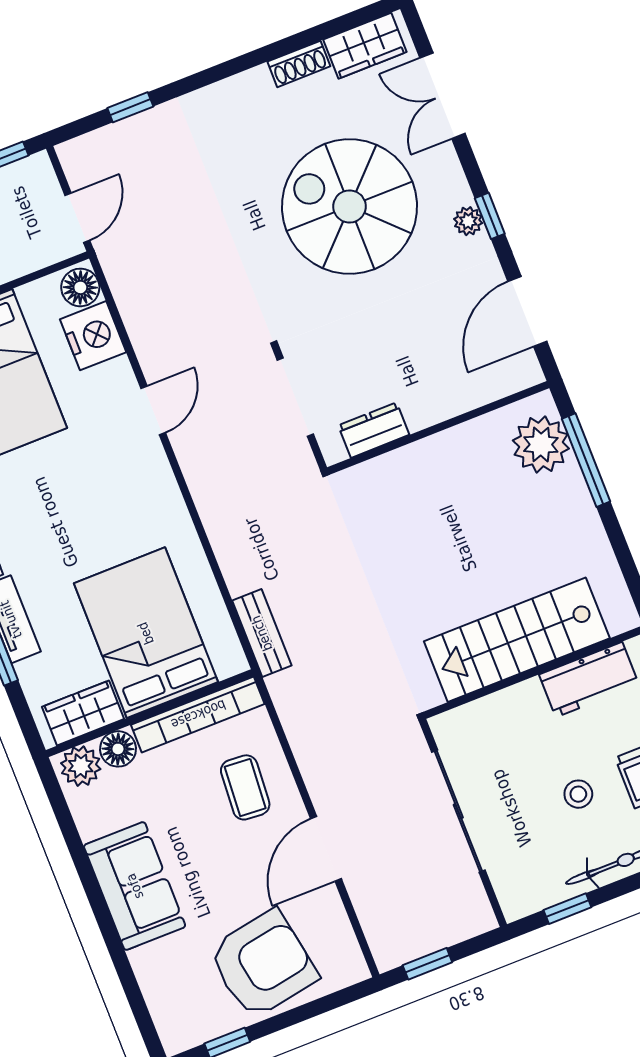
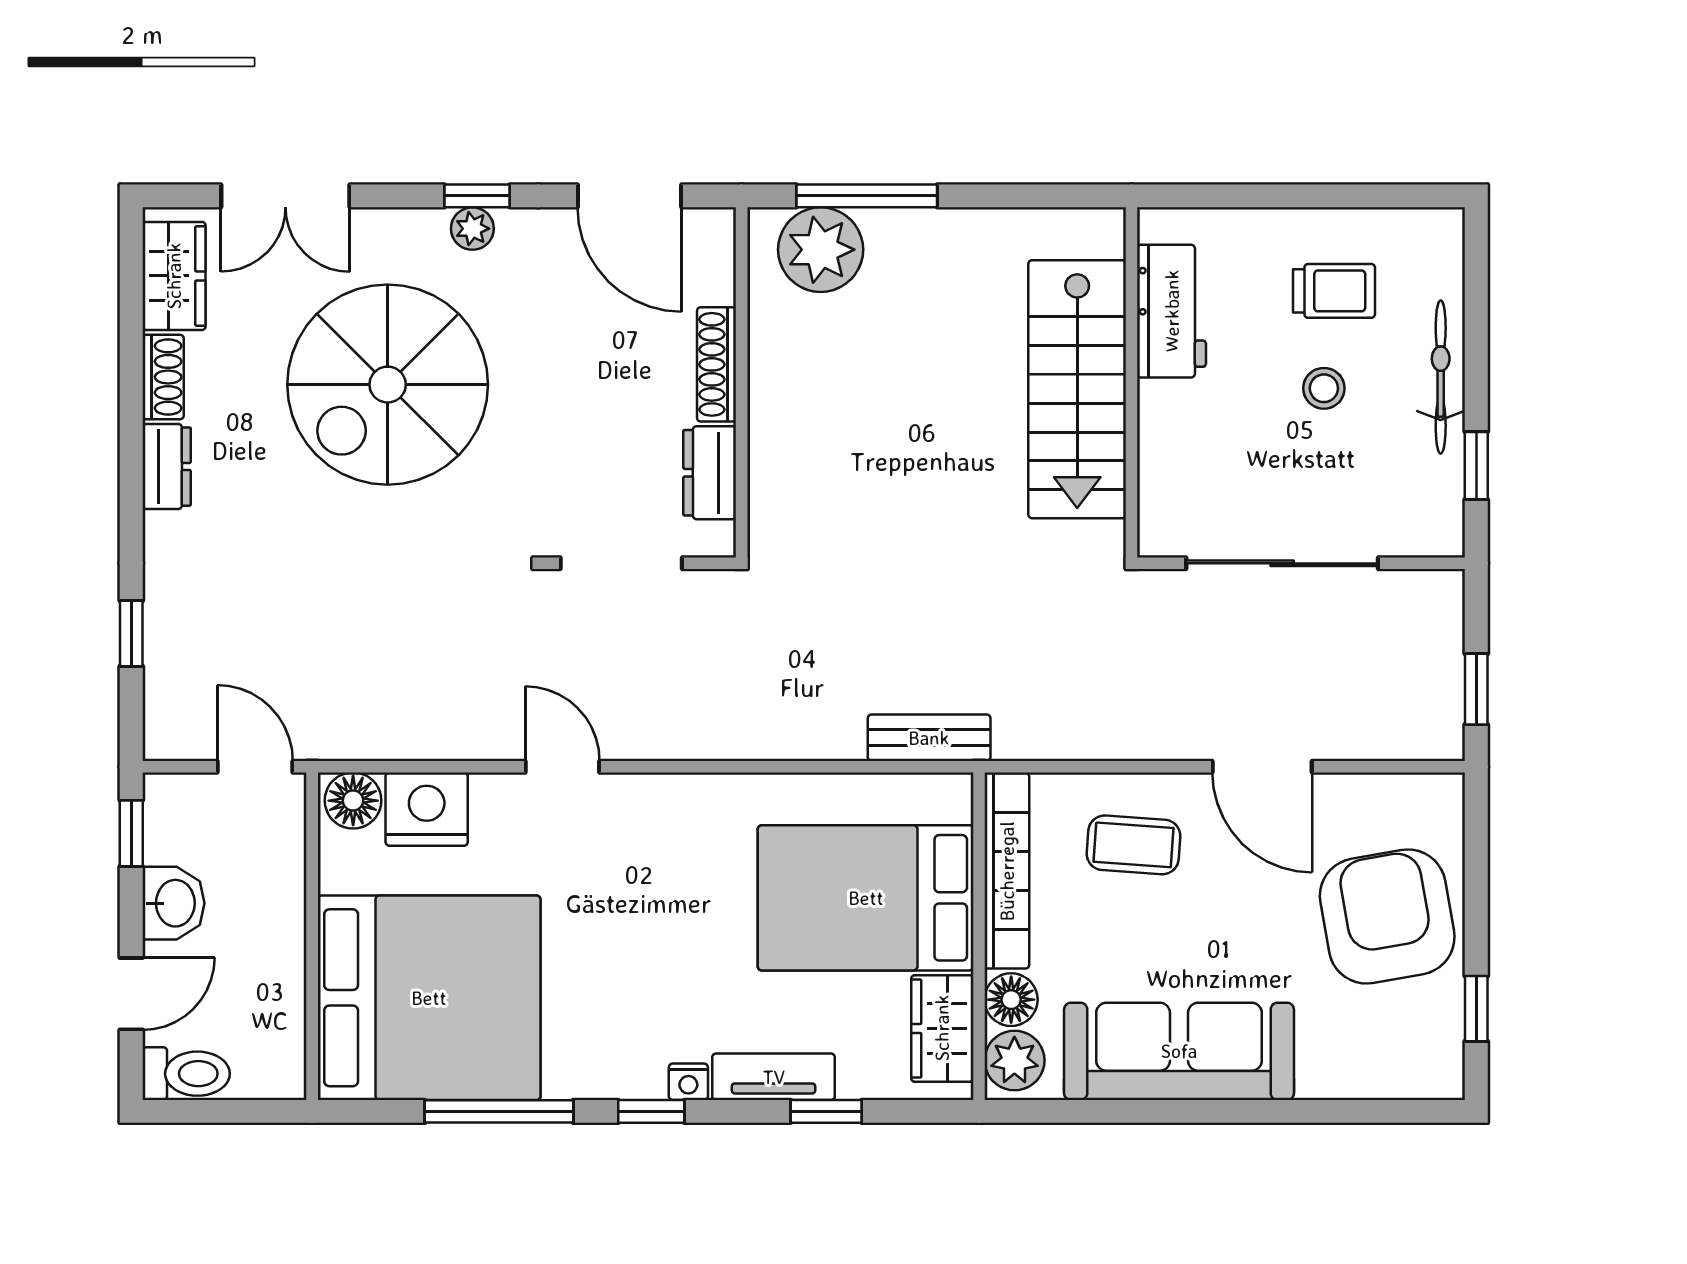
dresser: (244, 88) -> (167, 467), added
shoe rack: (443, 408) -> (717, 364), added
sofa: (135, 886) -> (1179, 1051), width x1.36

